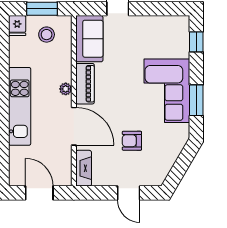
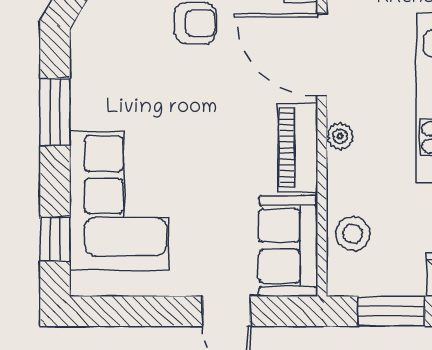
stool: (47, 35) -> (353, 234), moved
corner sofa: (167, 91) -> (119, 201), moved

